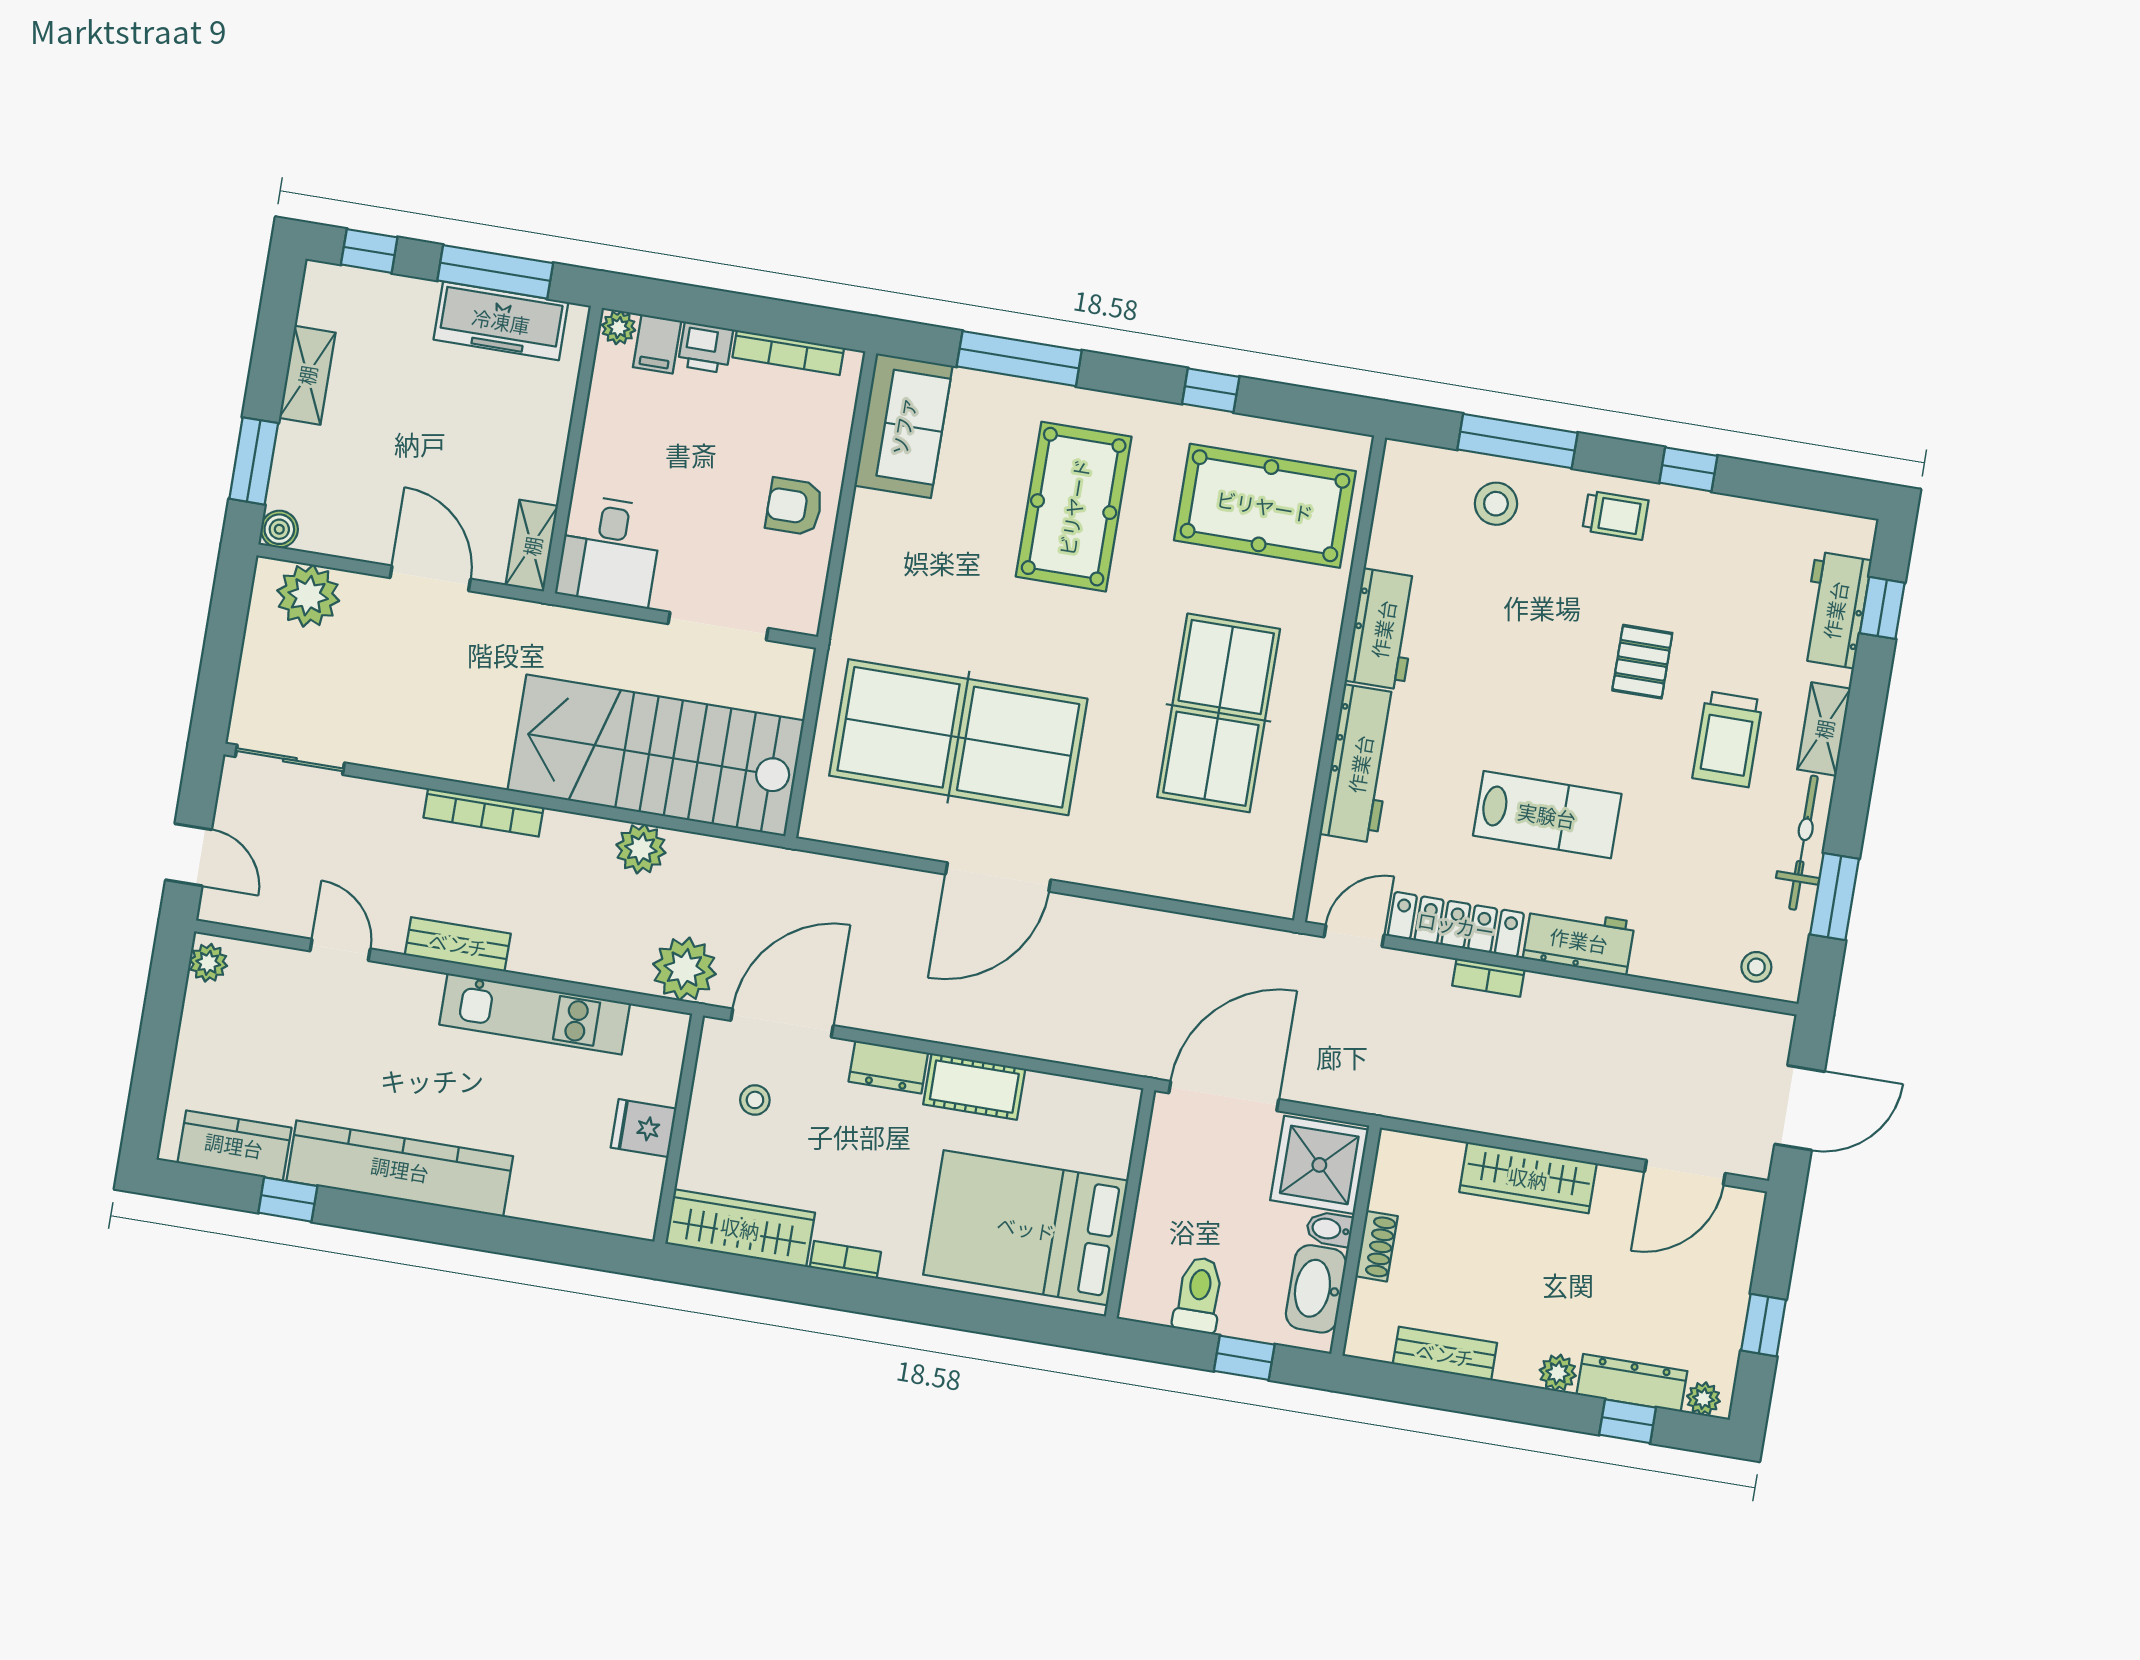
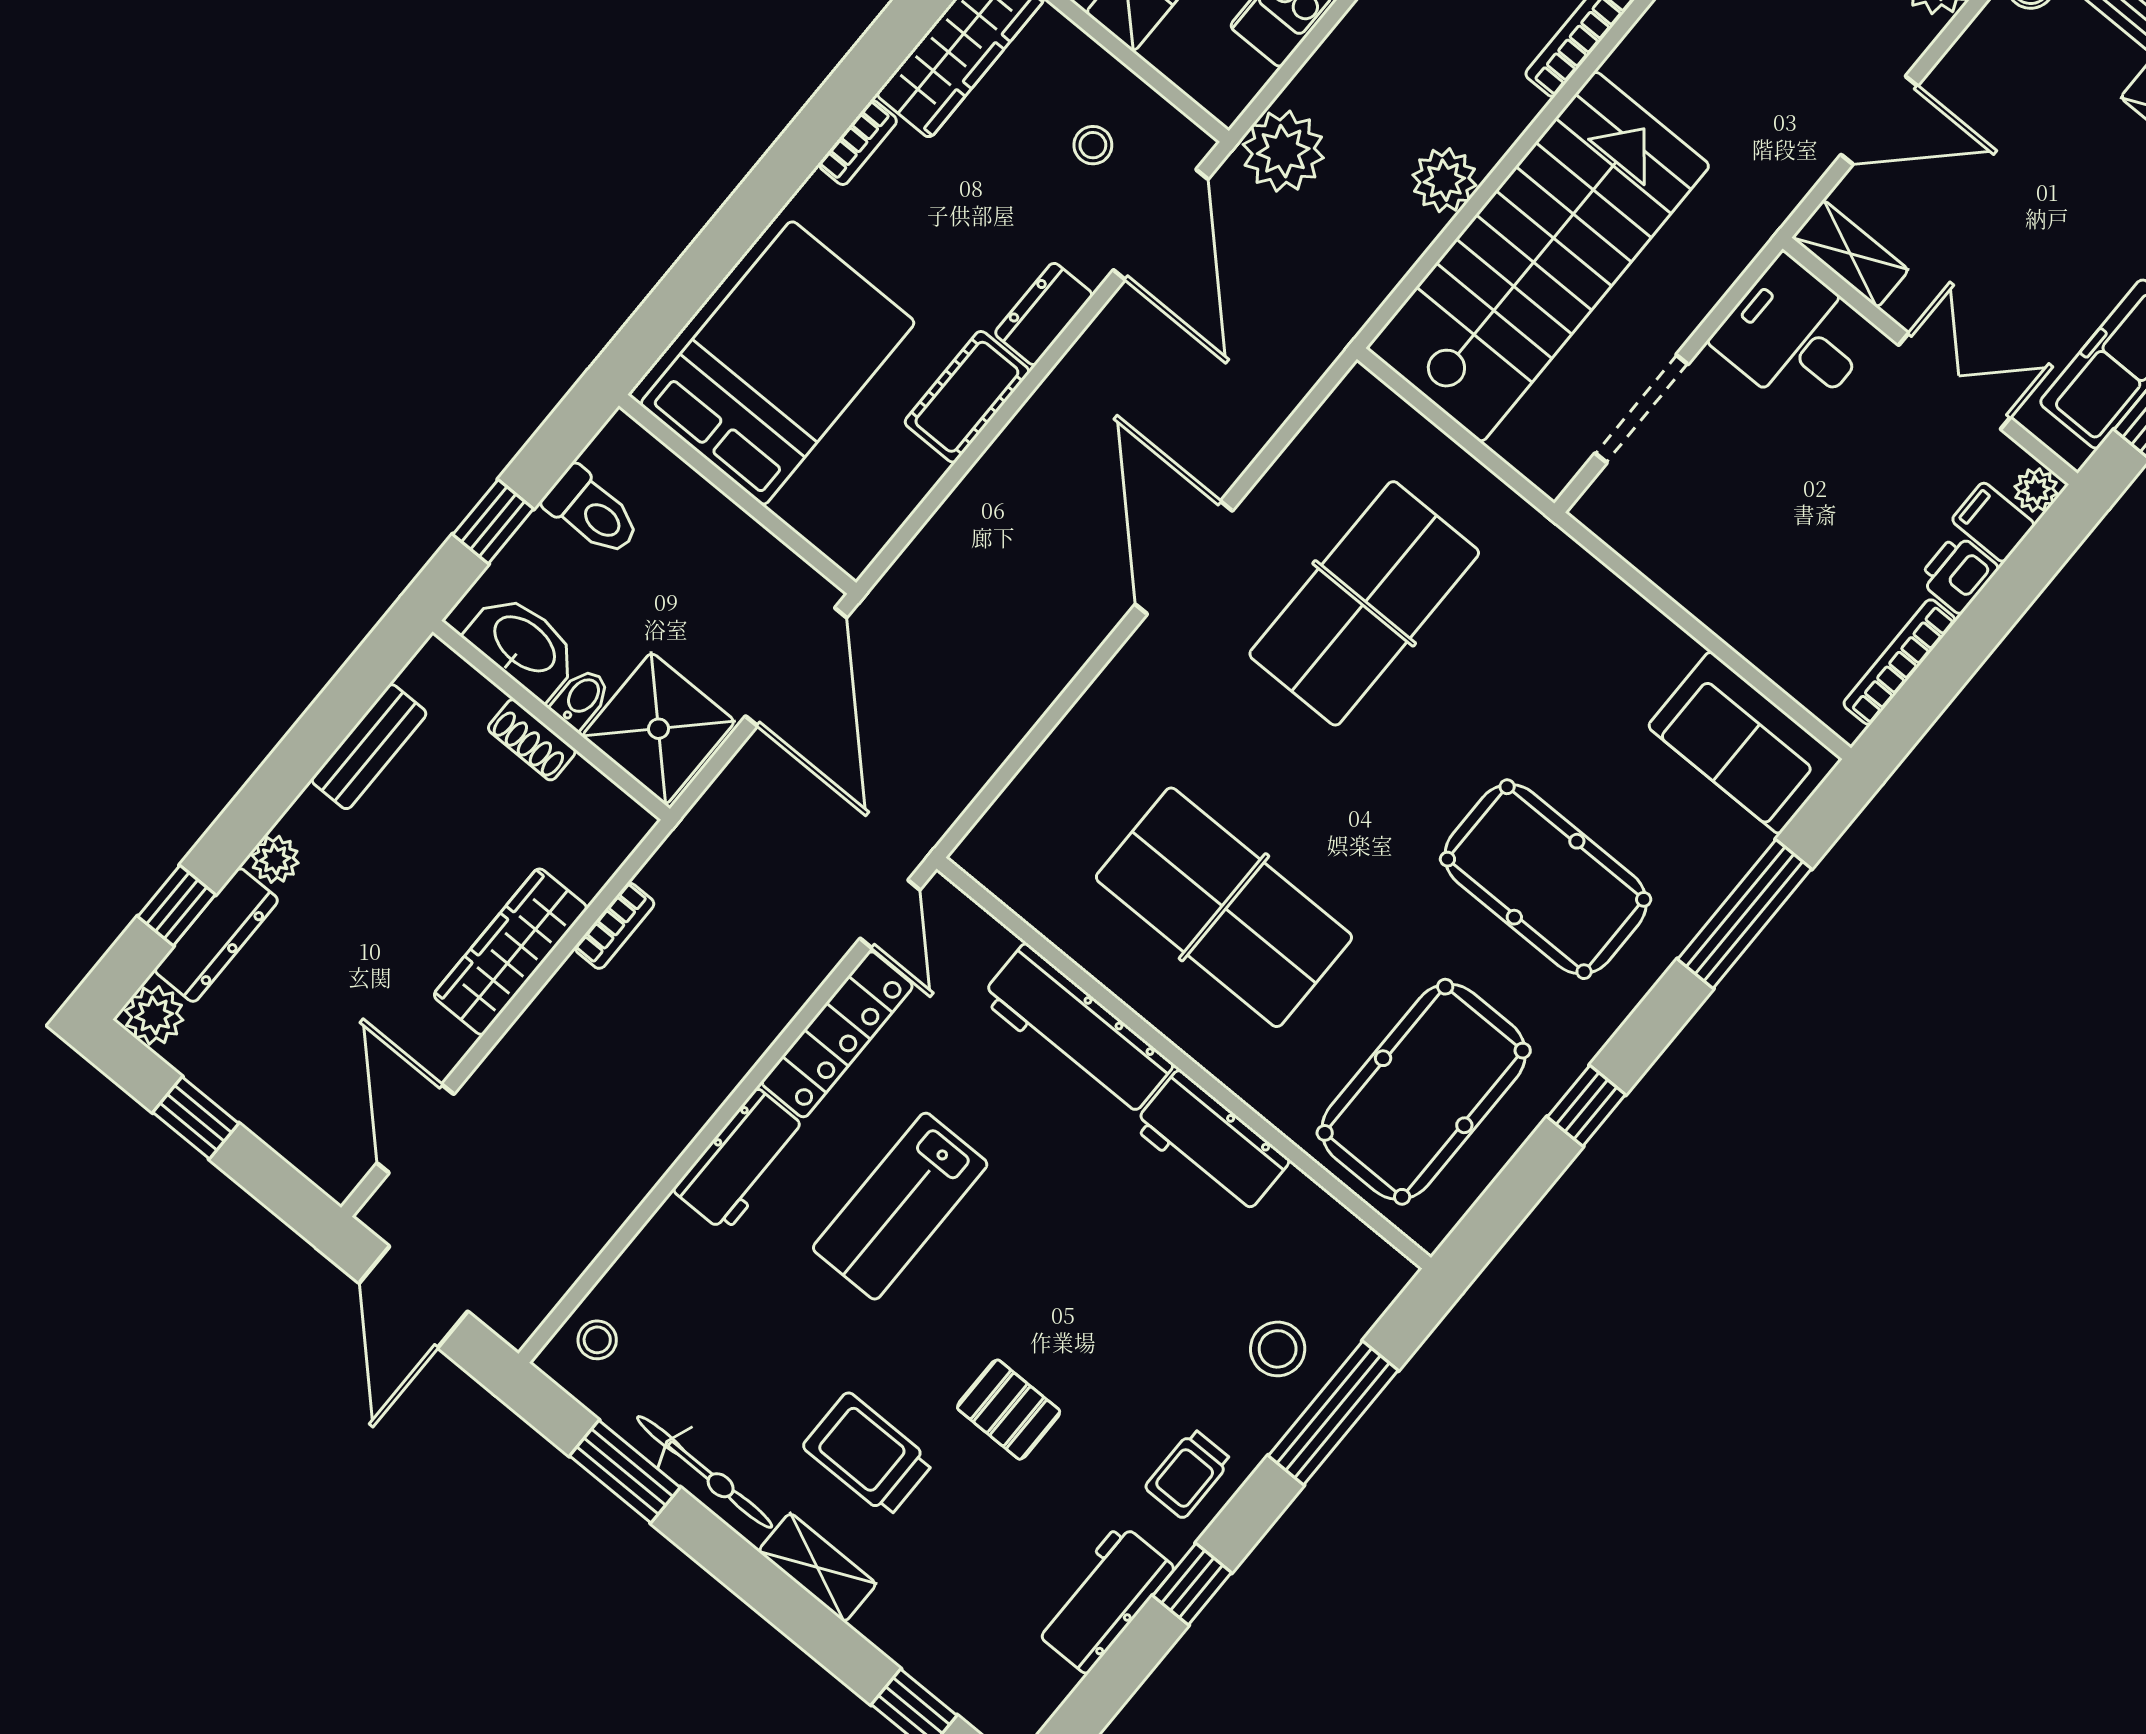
double door: (577, 425) -> (1955, 381), added
armchair: (794, 507) -> (1725, 570), removed
workbench: (1835, 610) -> (1103, 1599), moved, turned -90
table tennis table: (958, 737) -> (1364, 603), width x0.73, depth x0.76
bookcase: (1488, 978) -> (615, 926), moved, turned 180
plant: (1703, 1399) -> (154, 1015), width x1.38, depth x1.38

